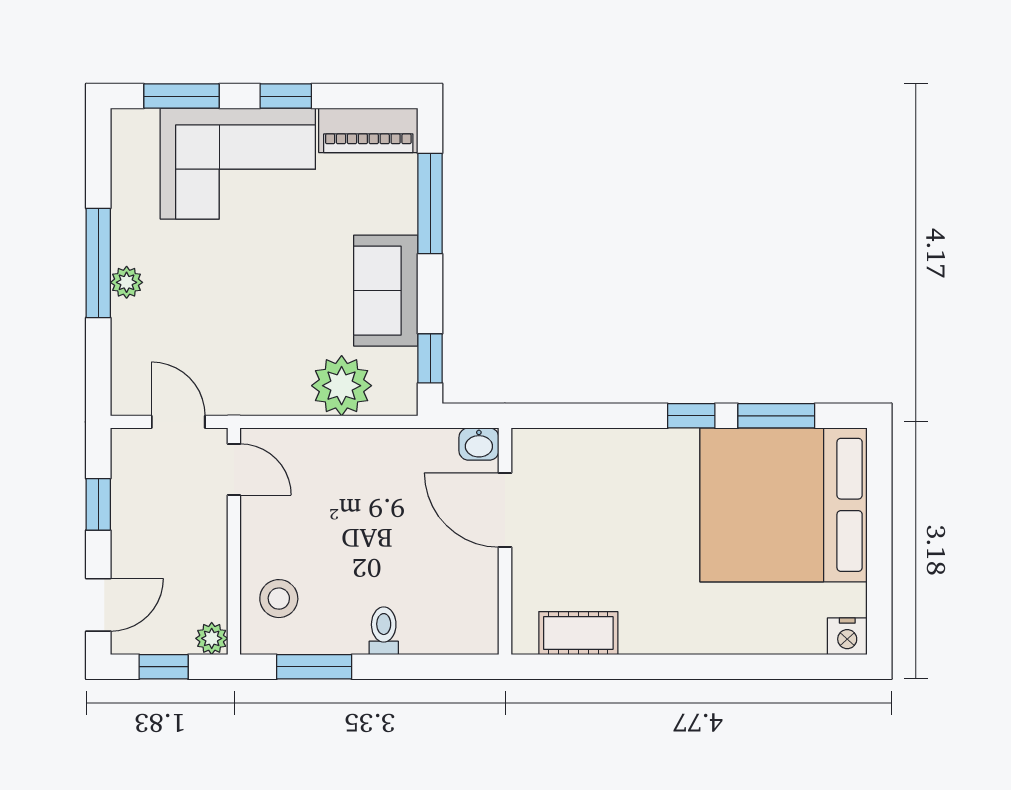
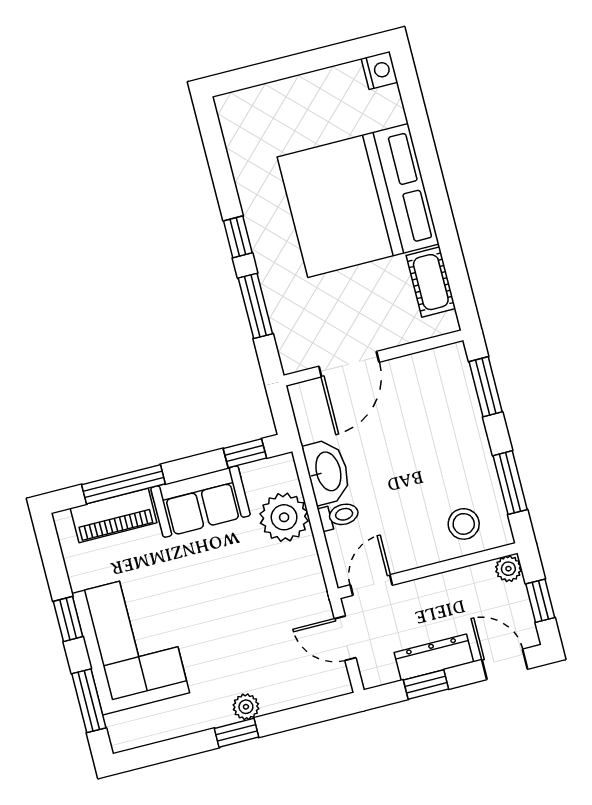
piano: (368, 130) -> (114, 515), moved, turned 90
window: (98, 263) -> (237, 733), width x0.46
window: (776, 416) -> (255, 306), moved
door: (178, 422) -> (345, 638), hinge flipped
washbasin: (479, 444) -> (327, 472), moved, width x1.91, depth x1.45
bed: (783, 505) -> (358, 201), moved, turned 90
dresser: (128, 522) -> (434, 657), added
toilet: (384, 631) -> (339, 516), moved, turned 180
window: (436, 667) -> (486, 387), added

